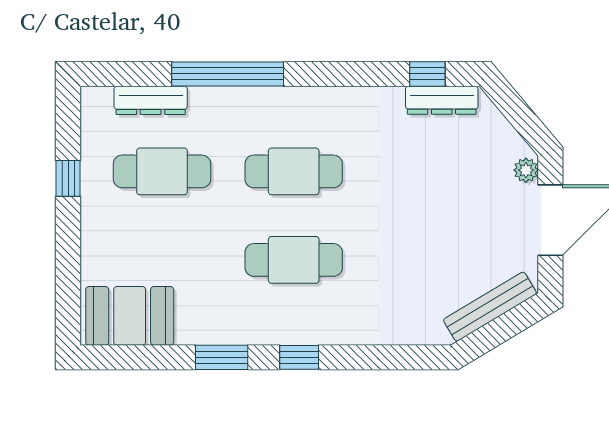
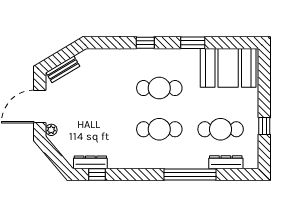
bench: (490, 307) -> (63, 69), width x0.73
booth: (130, 316) -> (228, 68), width x1.36, depth x1.42
window: (299, 357) -> (145, 43), moved

